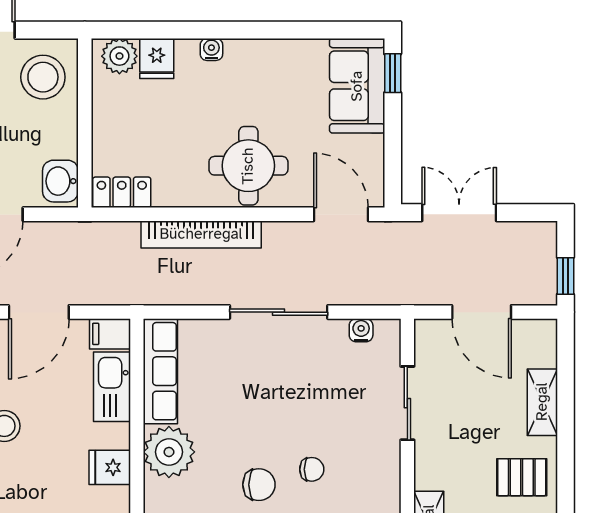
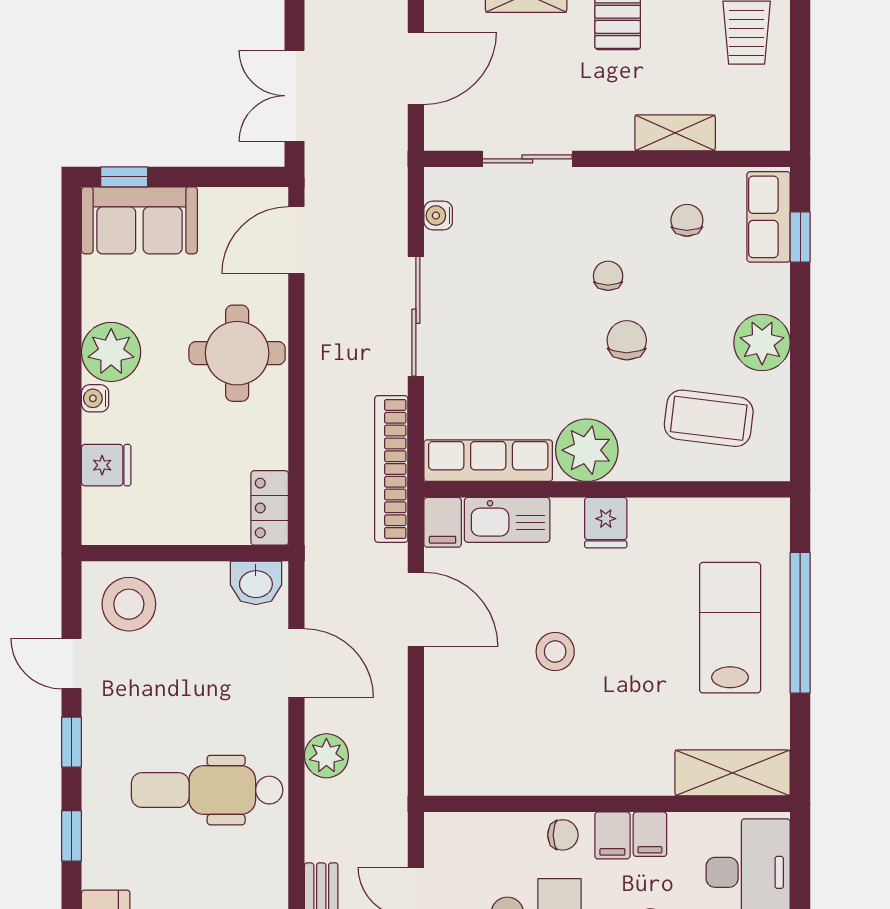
plant: (119, 56) -> (111, 352), moved, width x1.36, depth x1.36
bookcase: (201, 234) -> (391, 469), moved, turned 180

